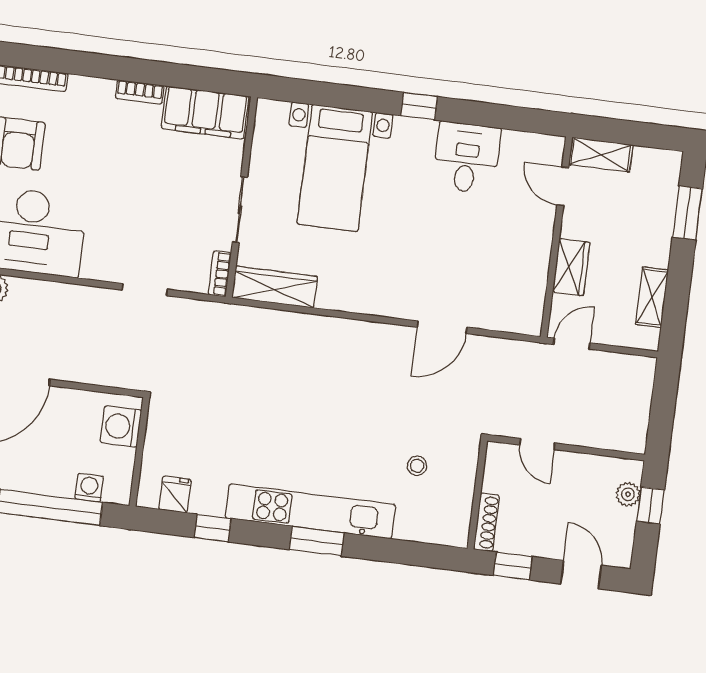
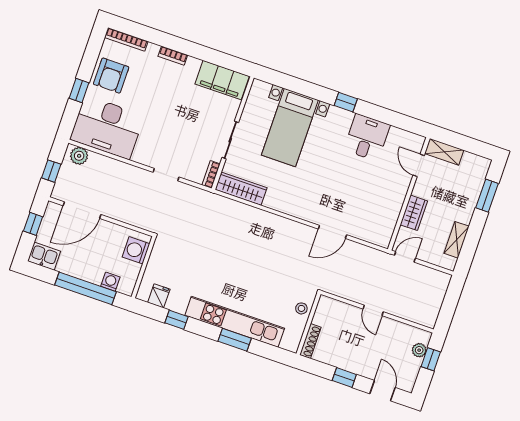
bookcase: (140, 92) -> (173, 56), moved
wall: (477, 495) -> (308, 324), moved
shoe rack: (486, 522) -> (310, 341), moved

